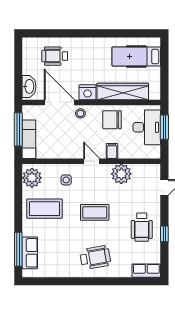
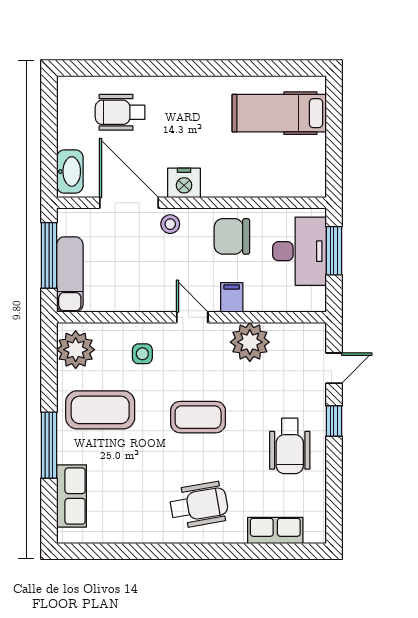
wardrobe: (123, 92) -> (253, 181), removed
window: (164, 234) -> (334, 421), moved
window: (18, 249) -> (49, 445), moved
row of seats: (146, 271) -> (275, 530), moved

